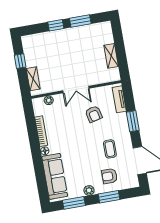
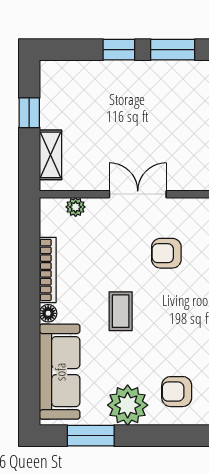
double door: (76, 90) -> (138, 194), swing flipped
armchair: (94, 114) -> (166, 253), turned 103
coffee table: (110, 149) -> (121, 311), moved
plant: (89, 190) -> (128, 405), width x1.88, depth x1.88
window: (109, 197) -> (168, 436), removed

